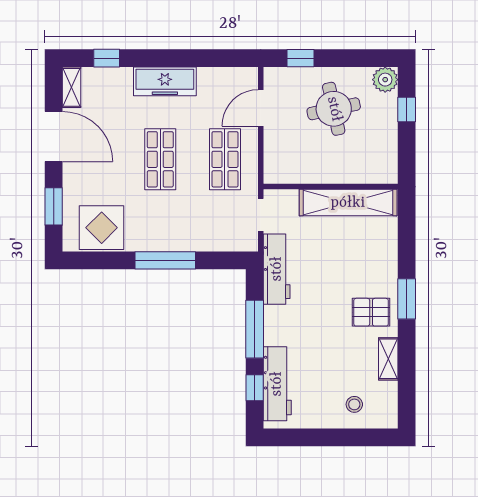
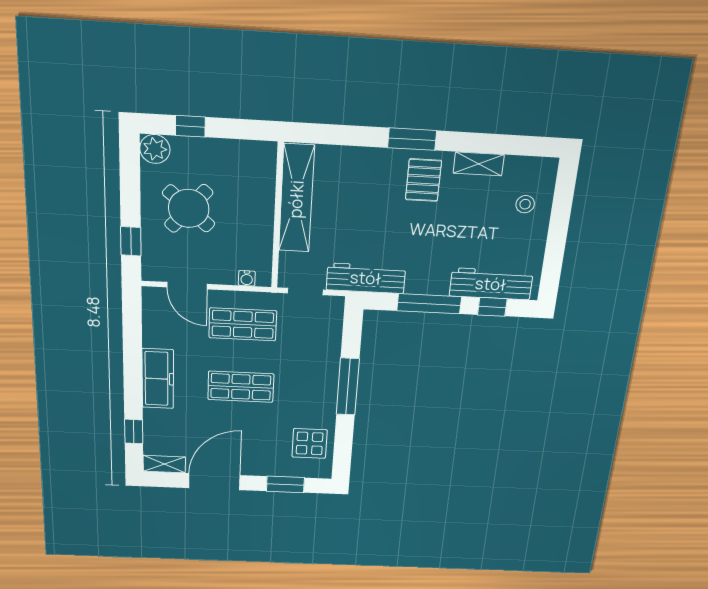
round table: (334, 109) -> (189, 208), turned -37
water cooler: (271, 161) -> (247, 278), added
display table: (102, 228) -> (310, 443), width x0.73, depth x0.73

